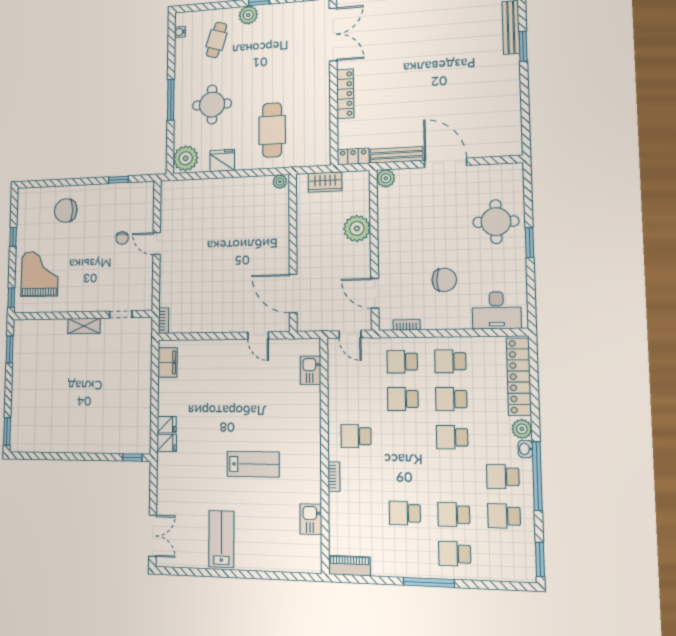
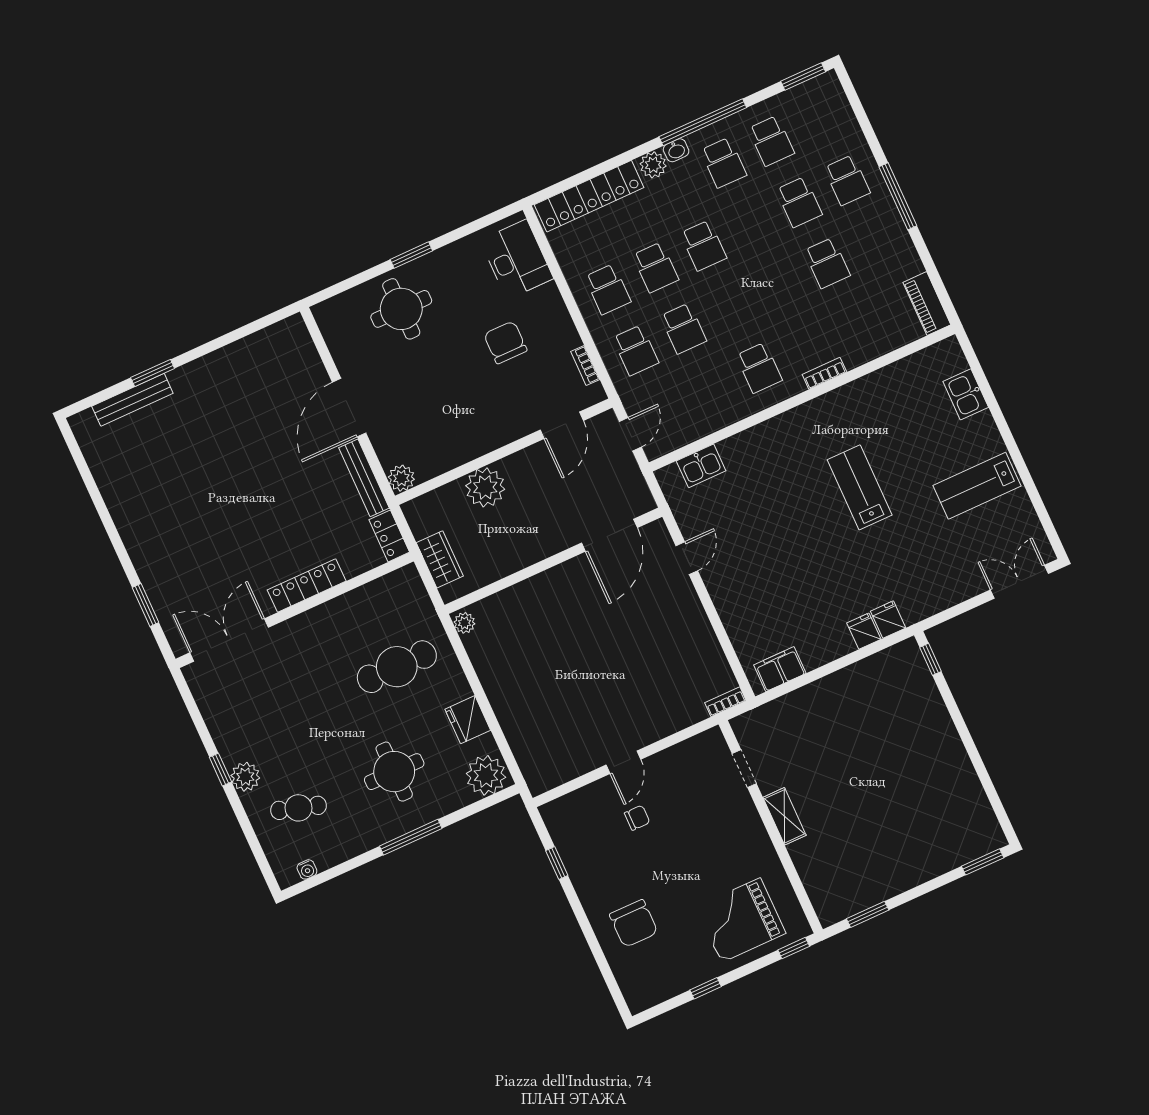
kitchen sink: (311, 519) -> (966, 394), moved, turned 90

